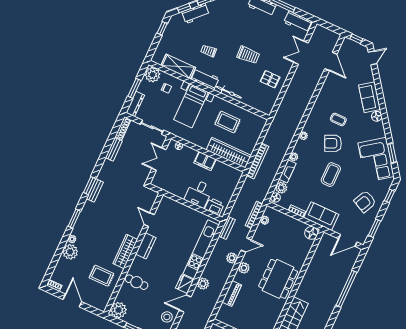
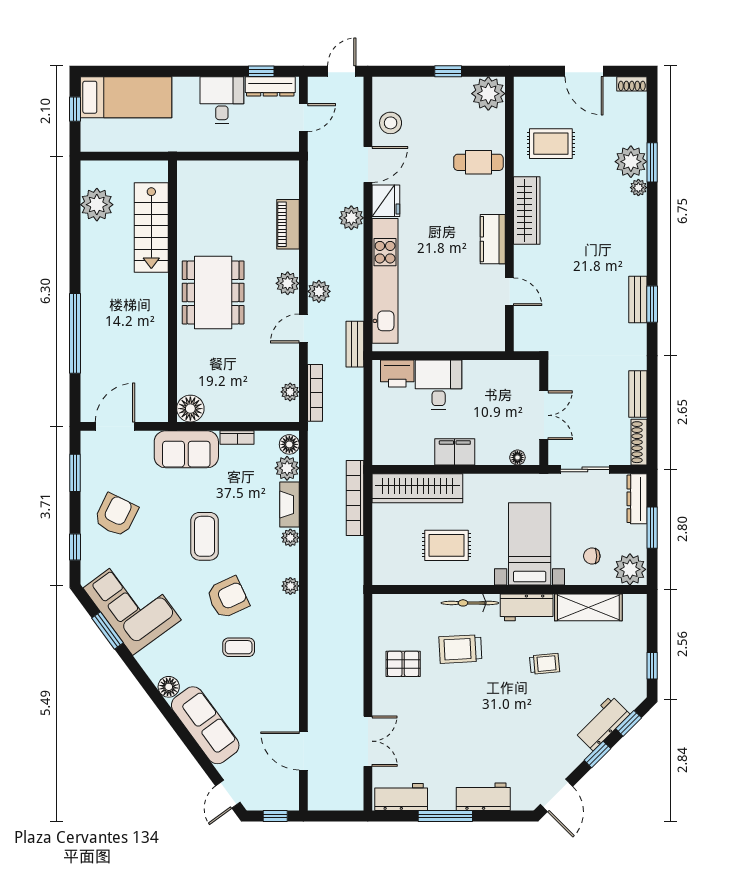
trolley: (248, 55) -> (460, 649), moved
sofa: (370, 97) -> (205, 725), width x1.36
window: (74, 219) -> (652, 162), moved

